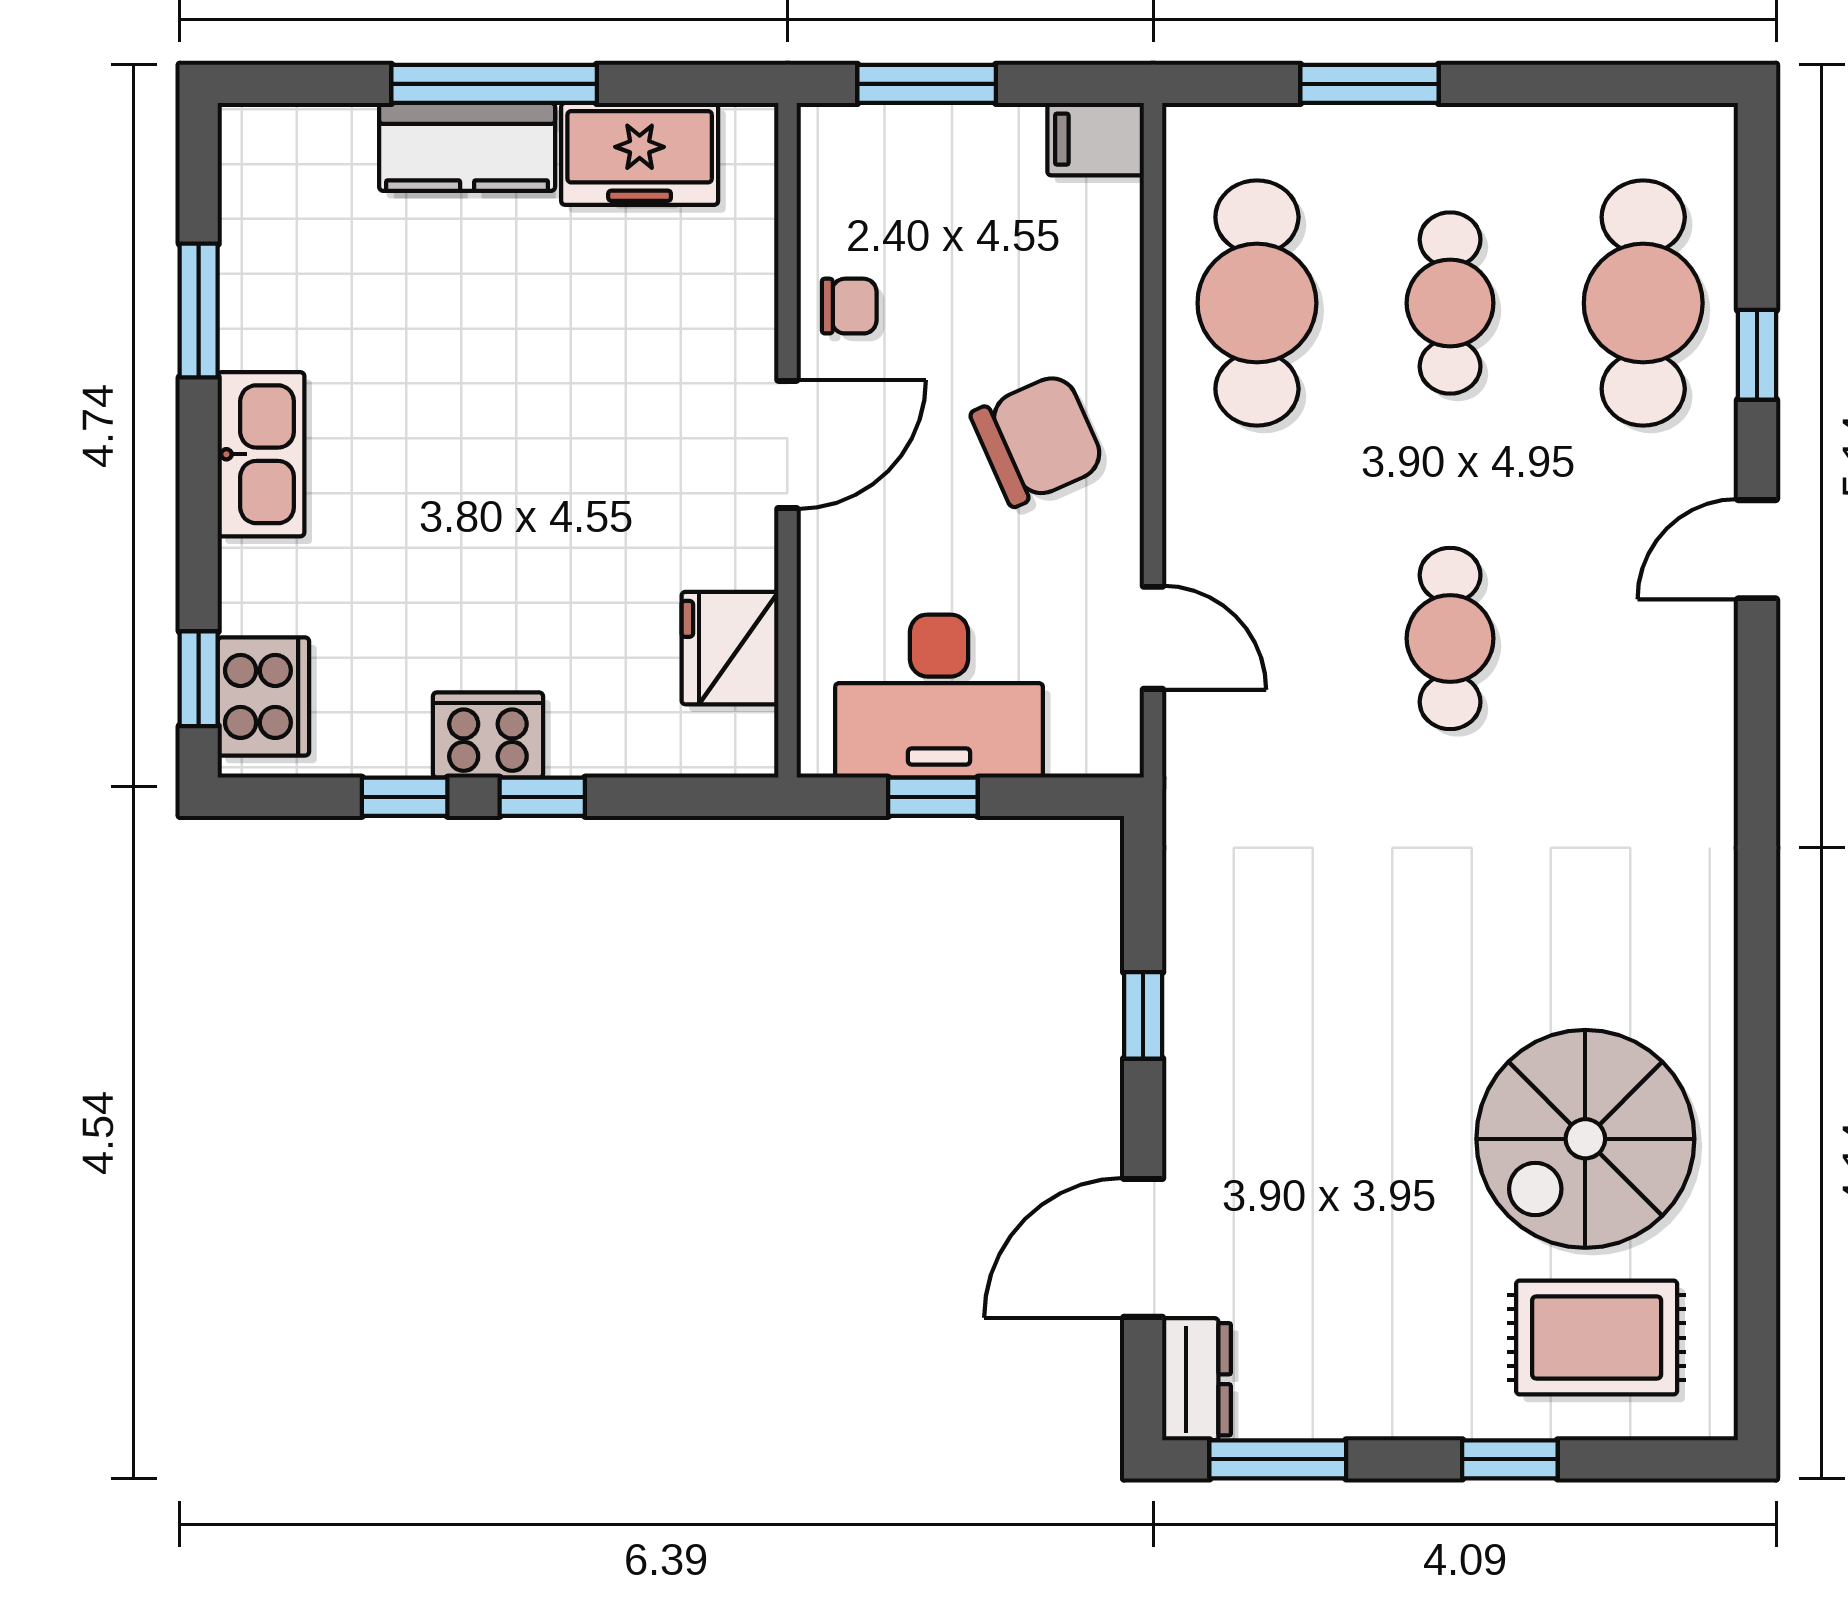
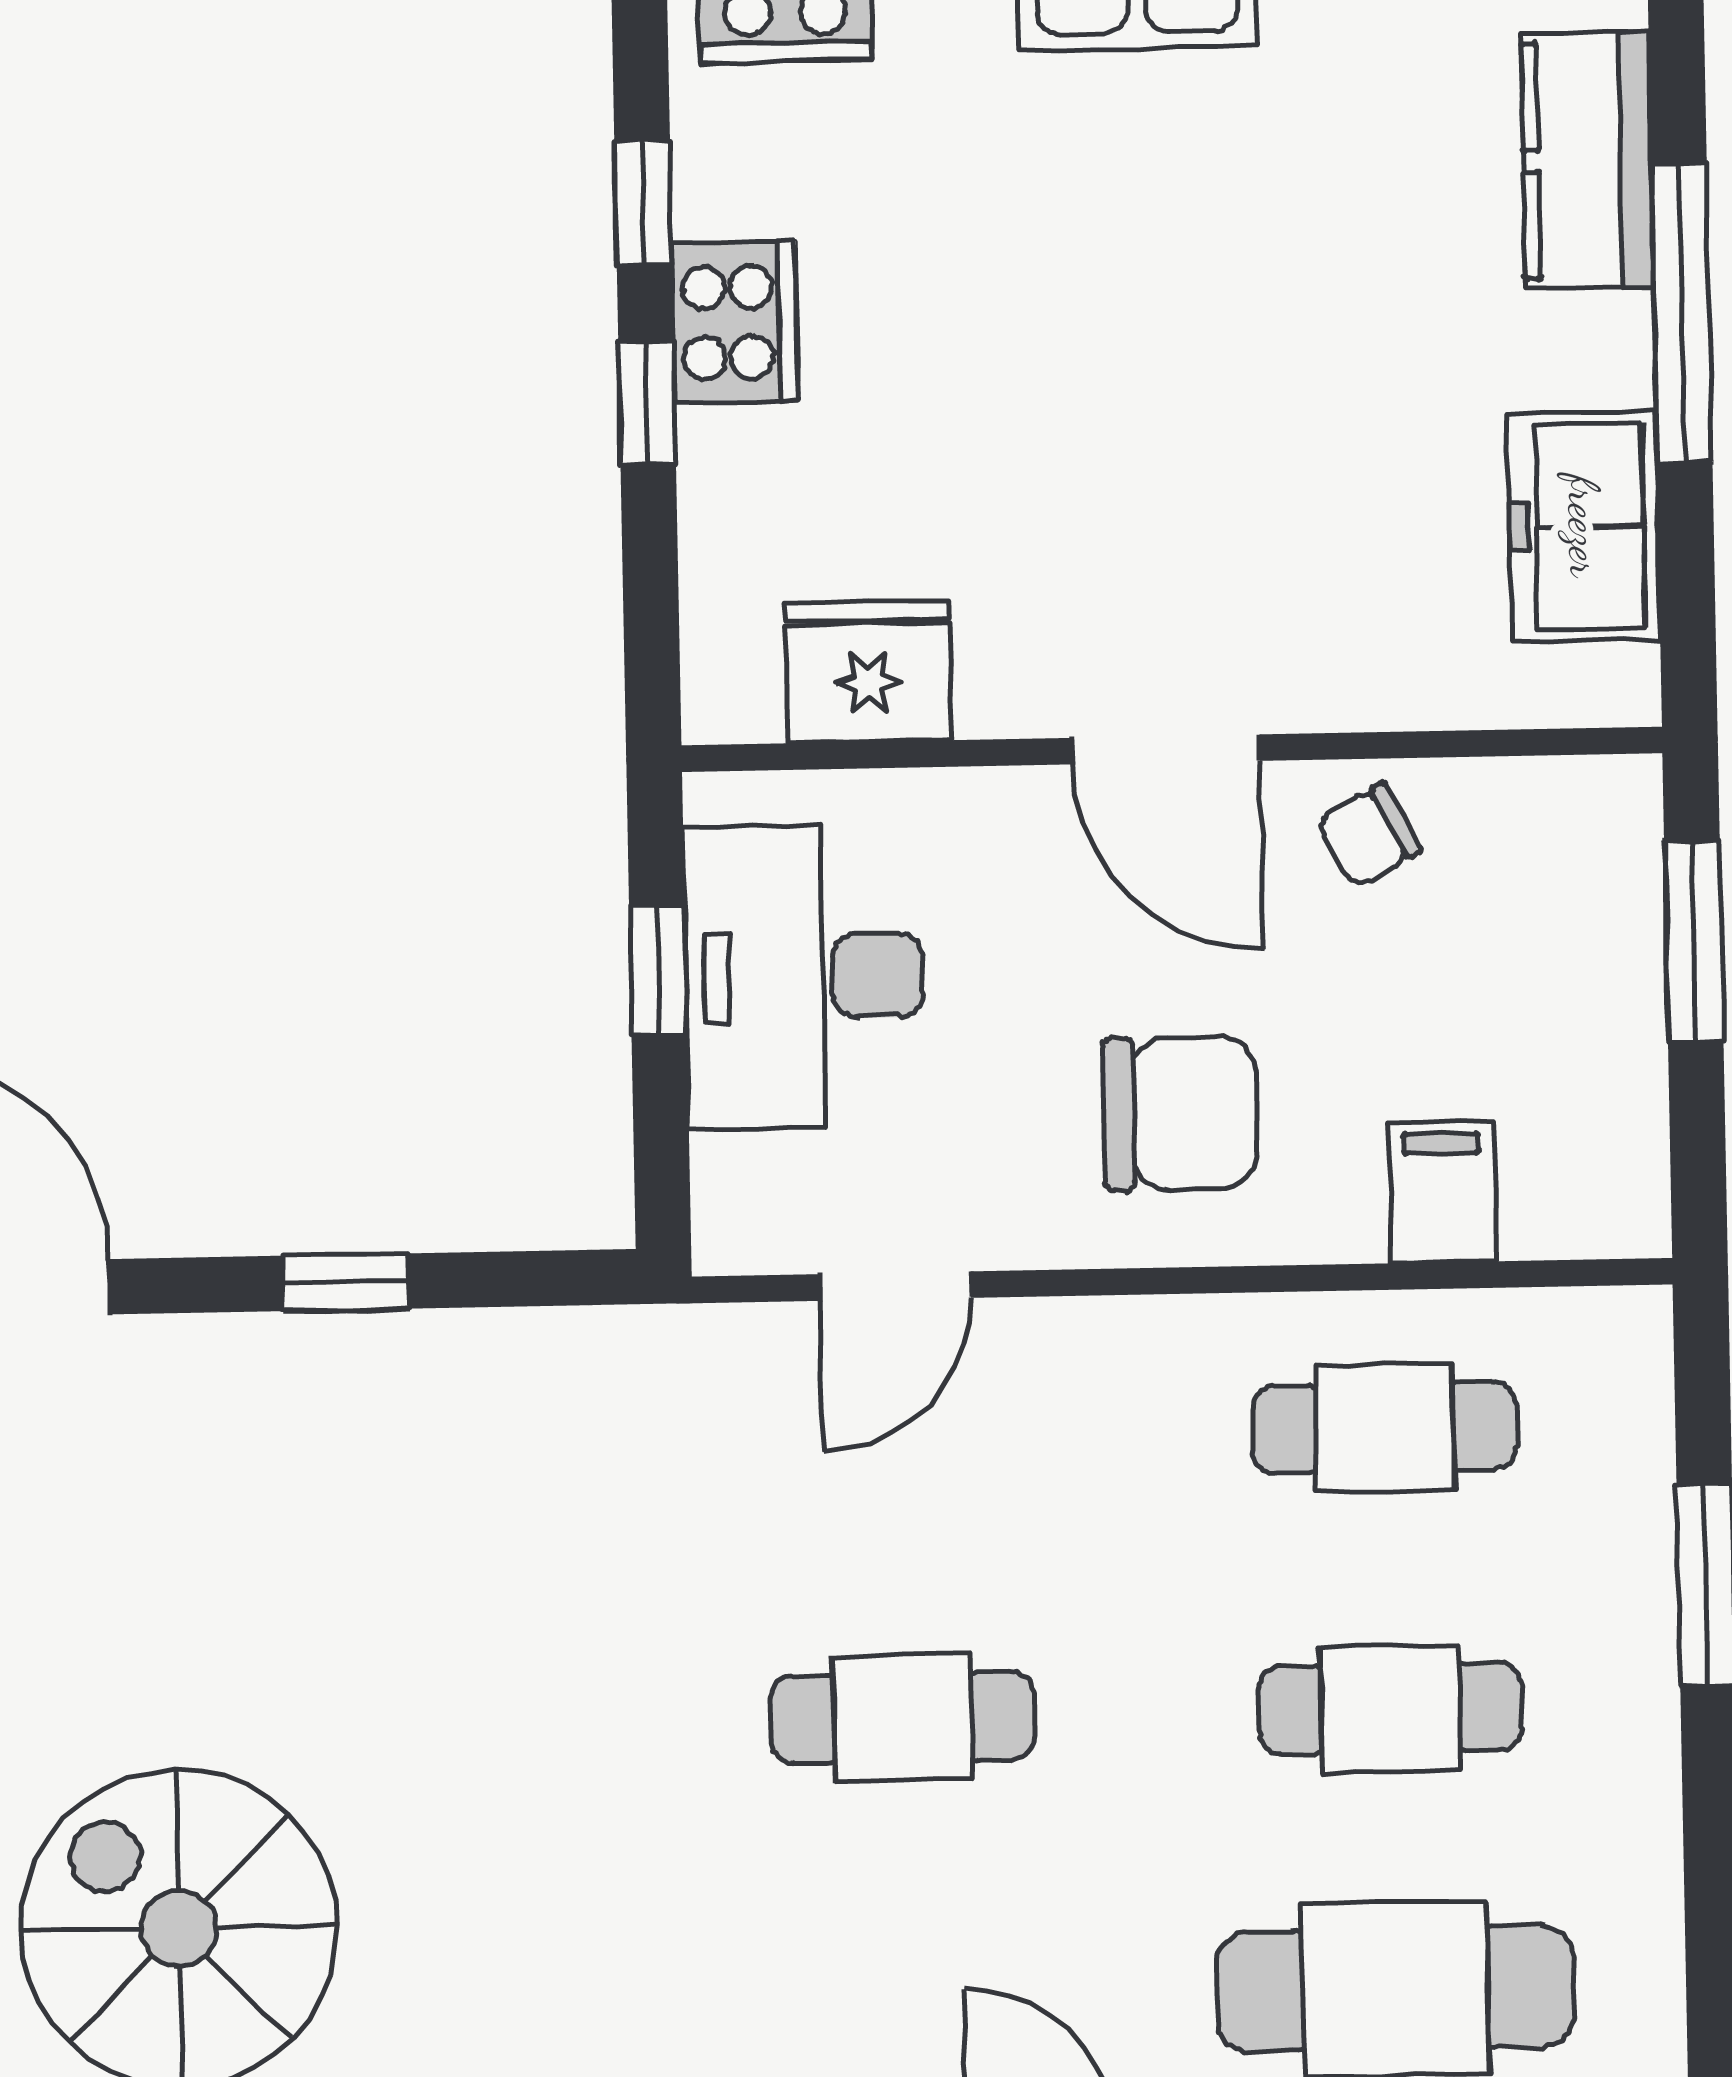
filing cabinet: (1096, 139) -> (1442, 1192), moved
kitchen counter: (467, 147) -> (1587, 160), moved
cafe table: (1257, 303) -> (1385, 1428), width x0.73, depth x0.74
chair: (849, 306) -> (1369, 835), turned 62
chair: (1038, 440) -> (1180, 1113), turned -66

